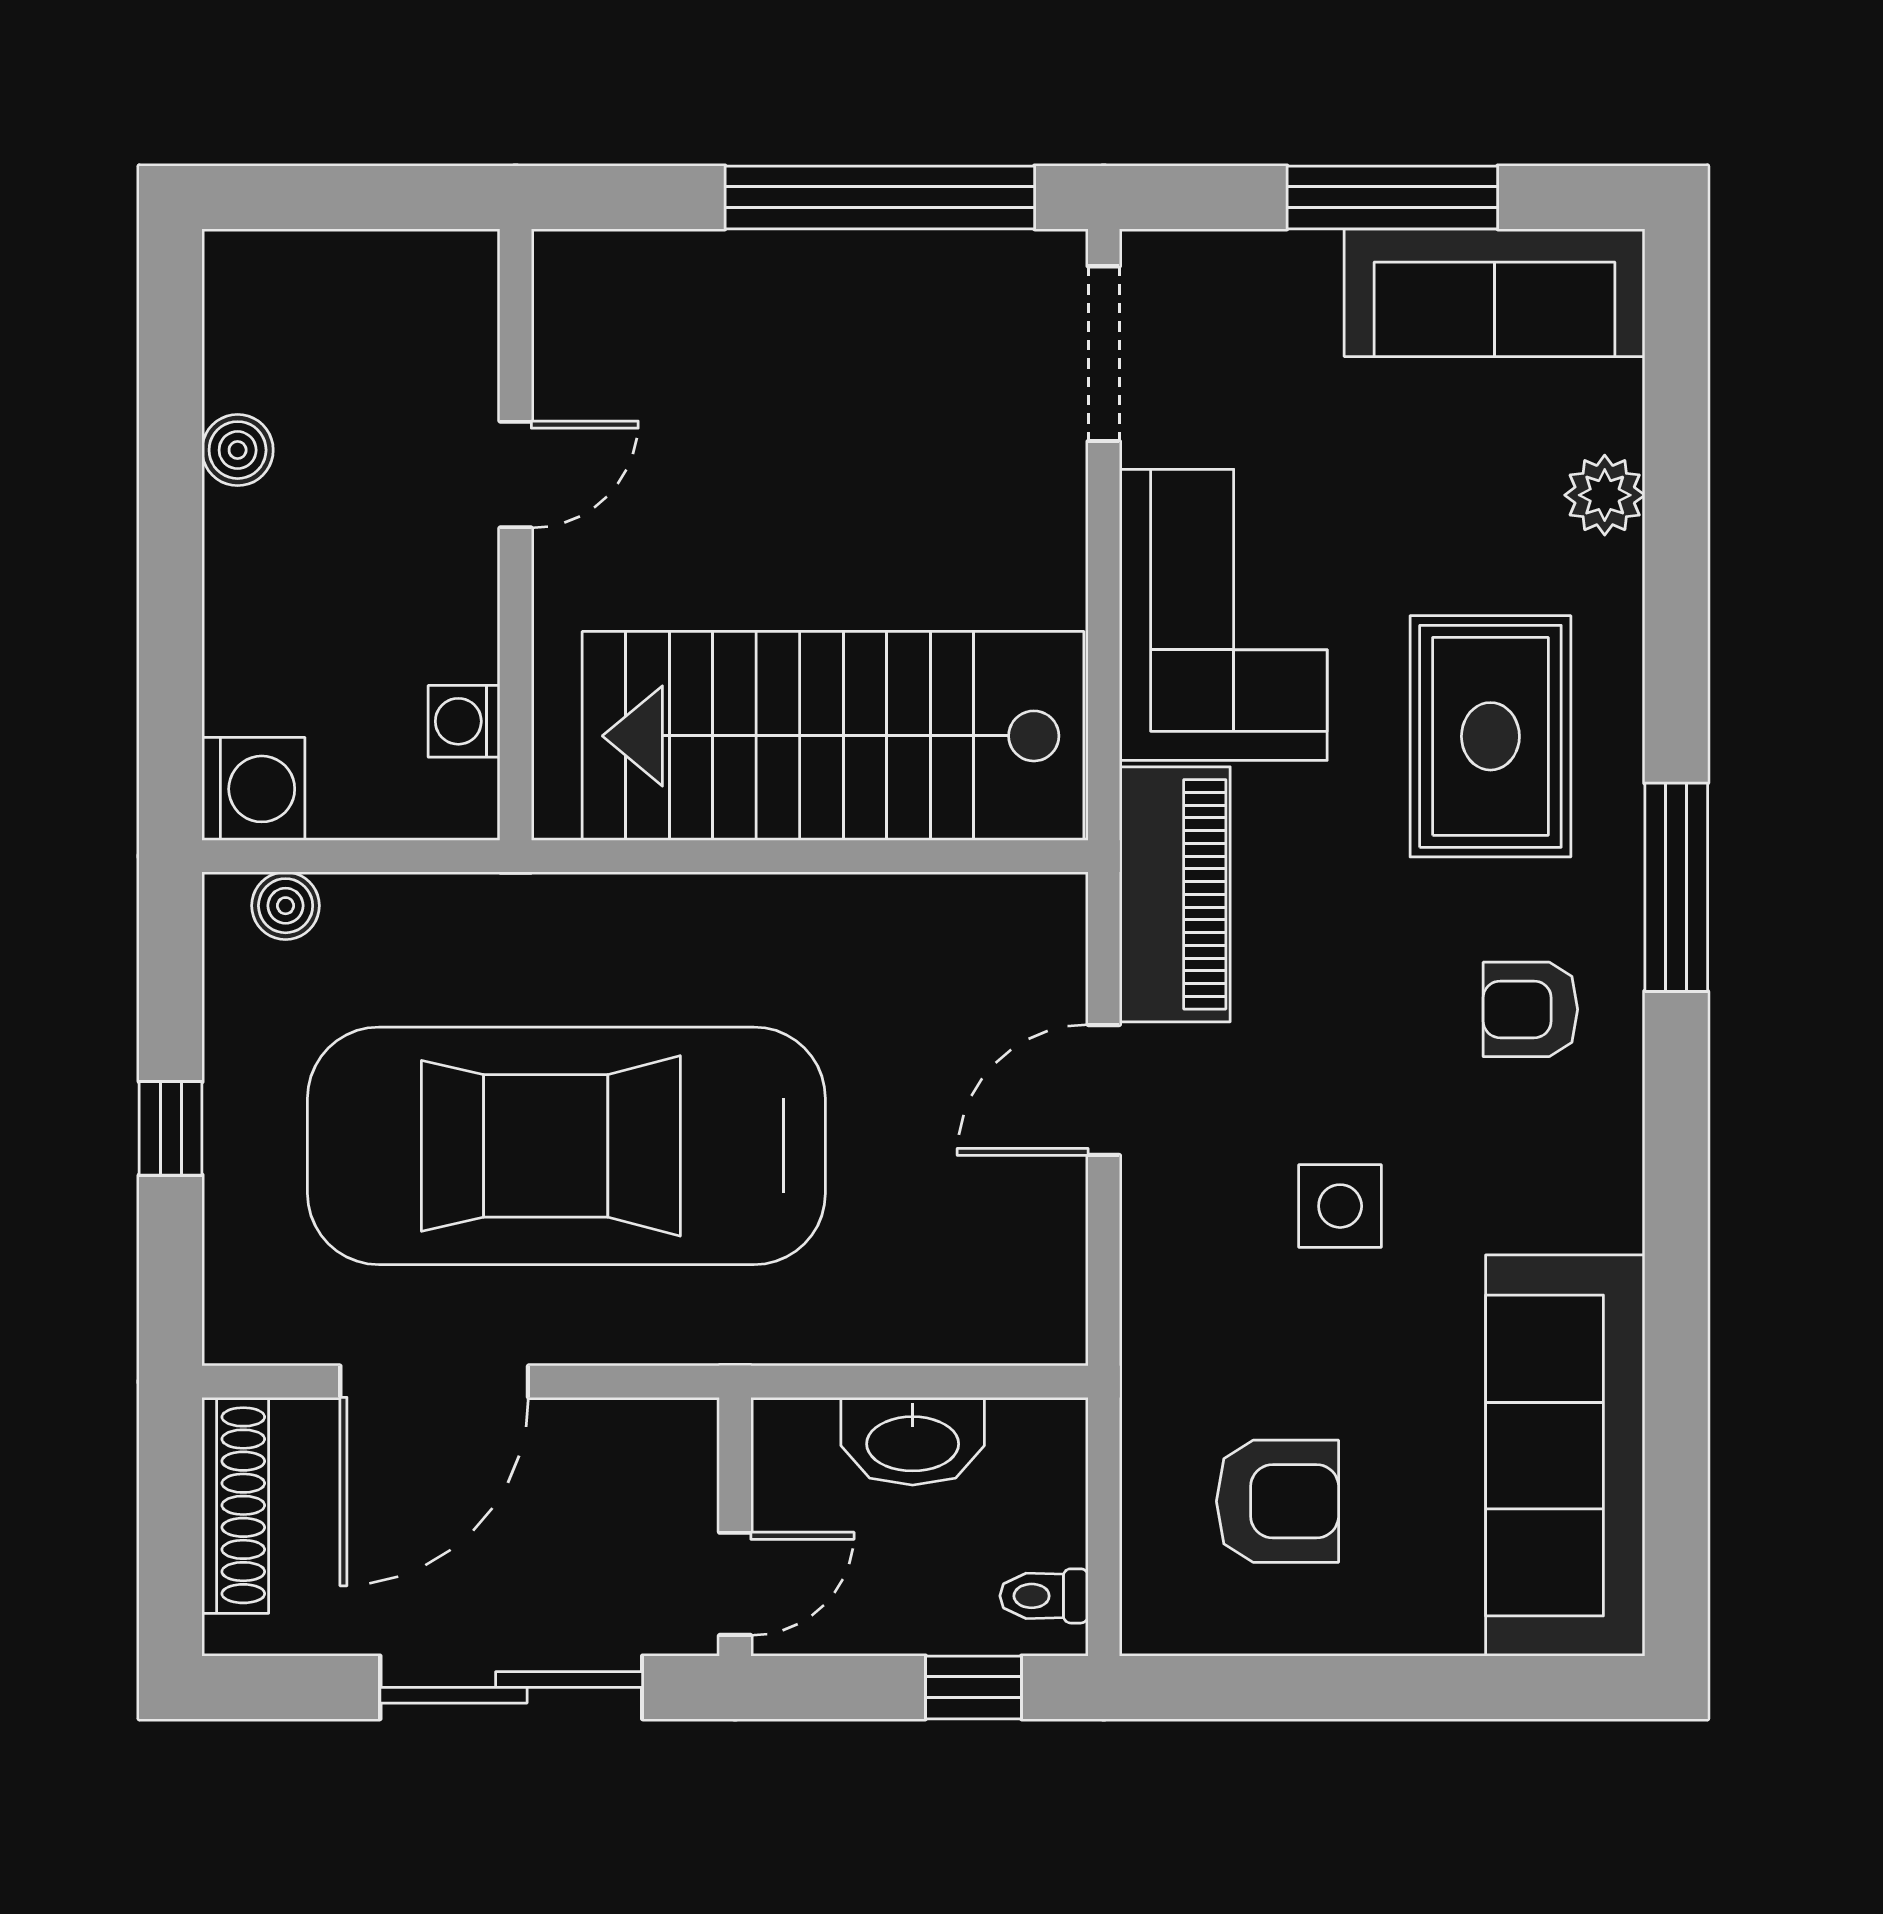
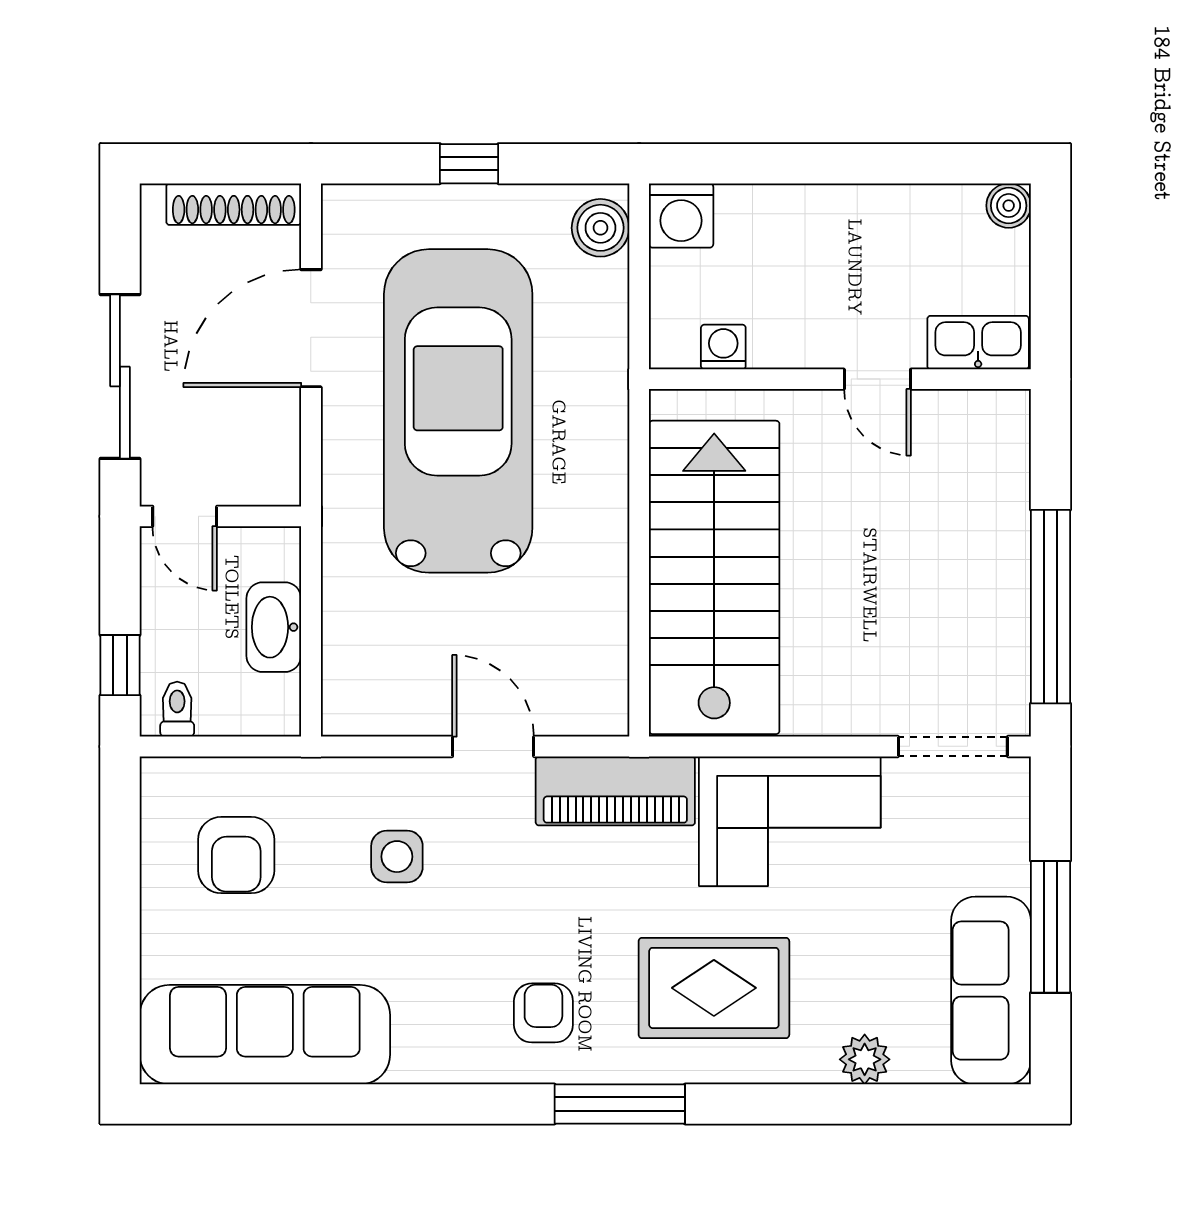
kitchen sink: (457, 313) -> (978, 343), added
boiler: (238, 450) -> (1009, 206), moved
boiler: (286, 906) -> (600, 228), width x1.36, depth x1.36
side table: (1340, 1206) -> (397, 857), moved
door: (434, 1382) -> (311, 328), hinge flipped

